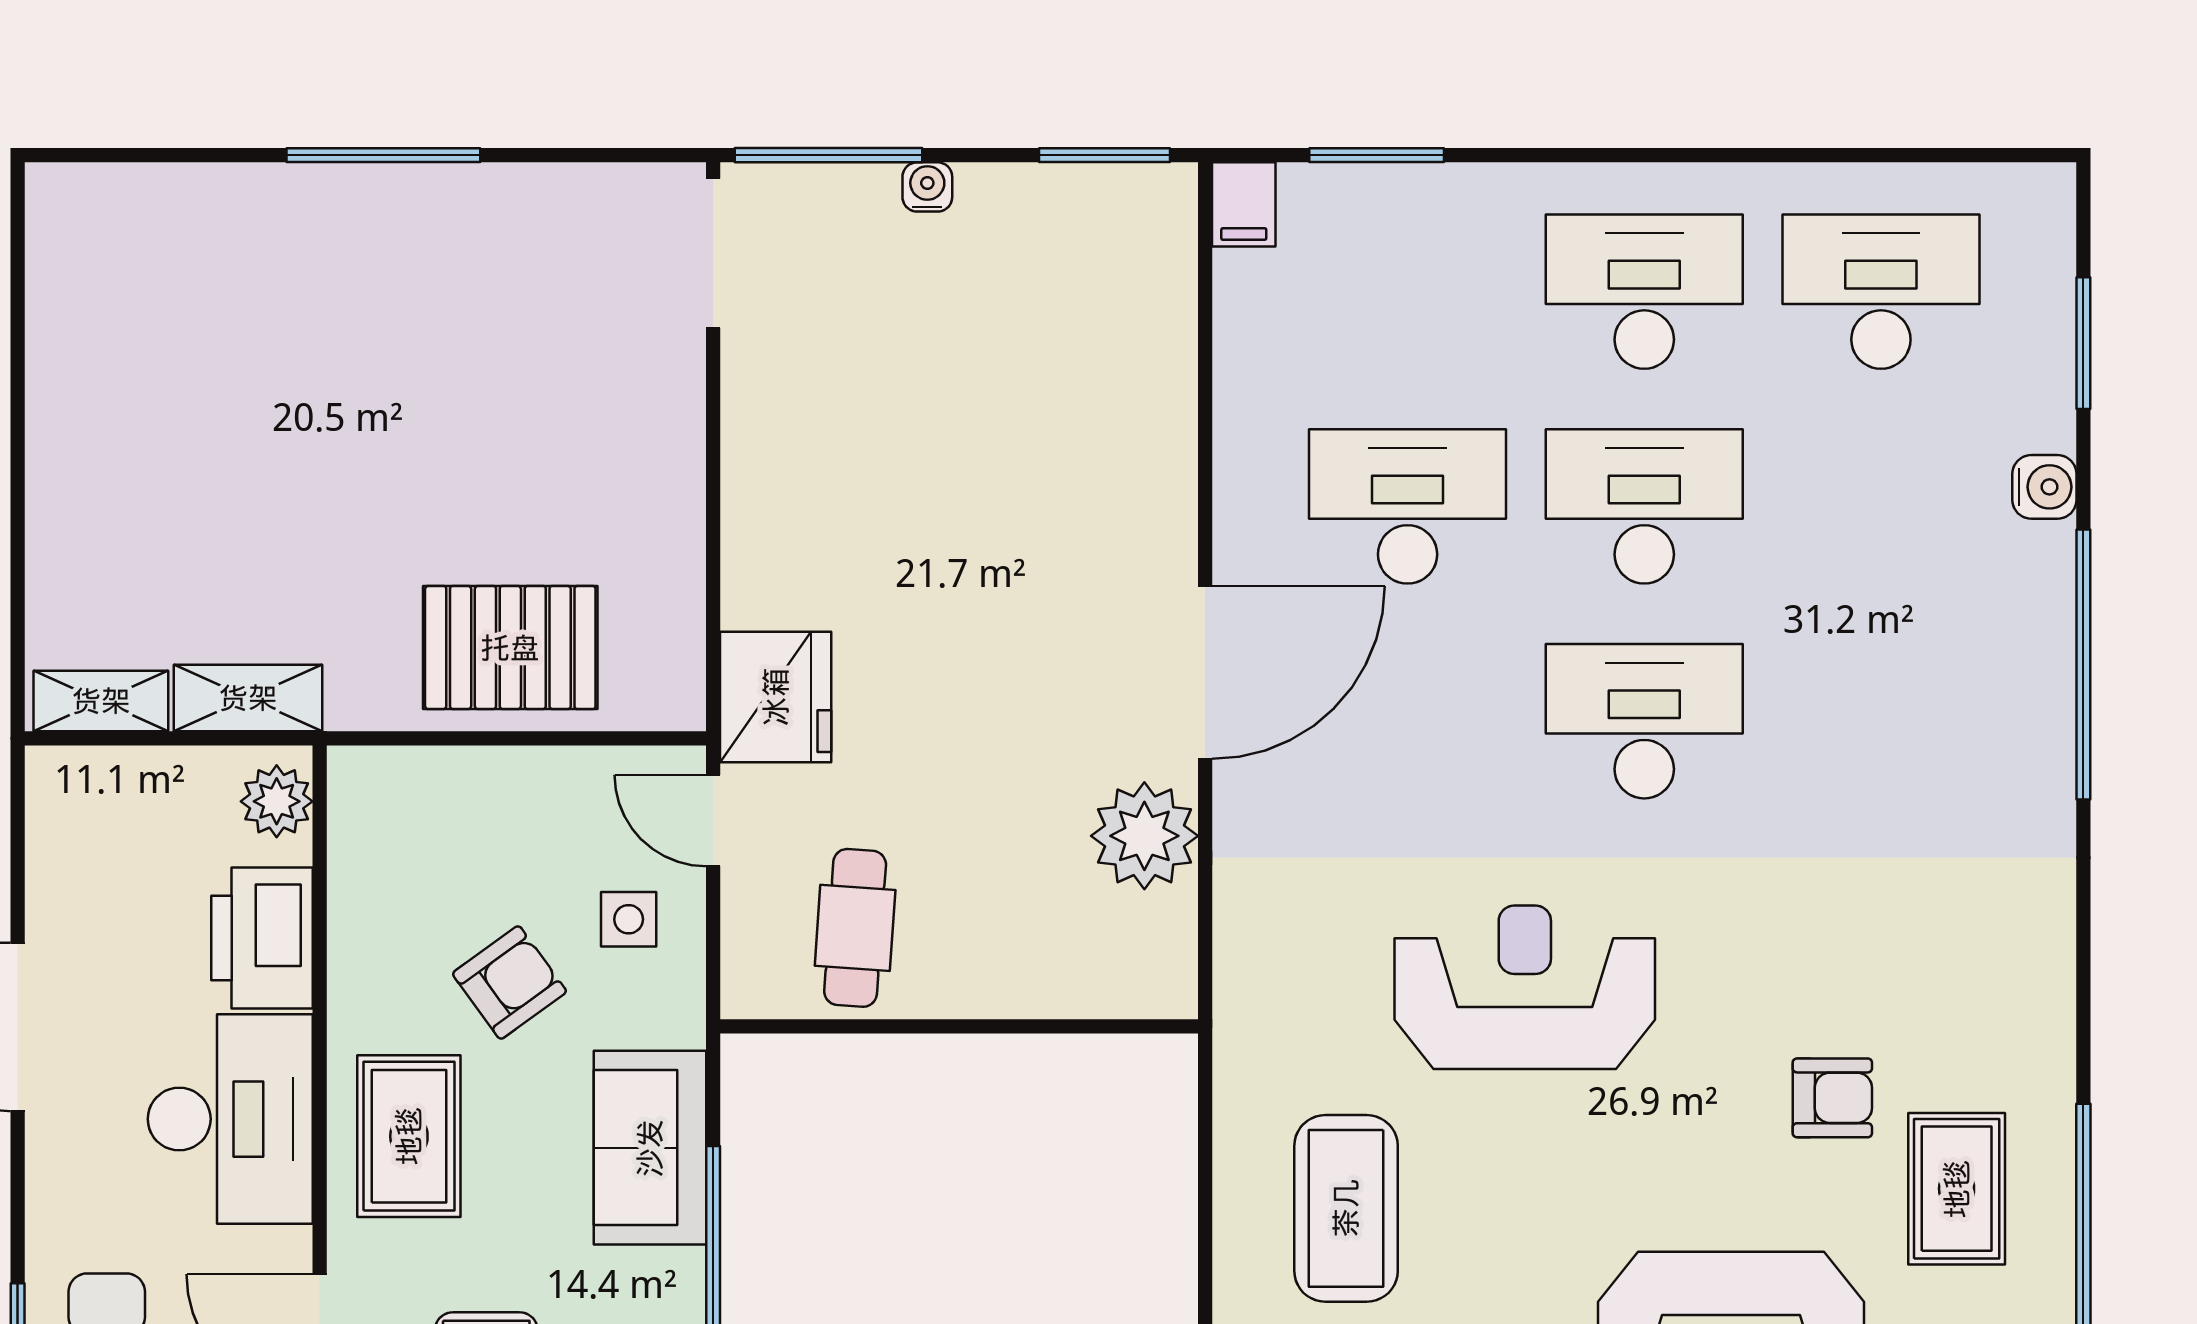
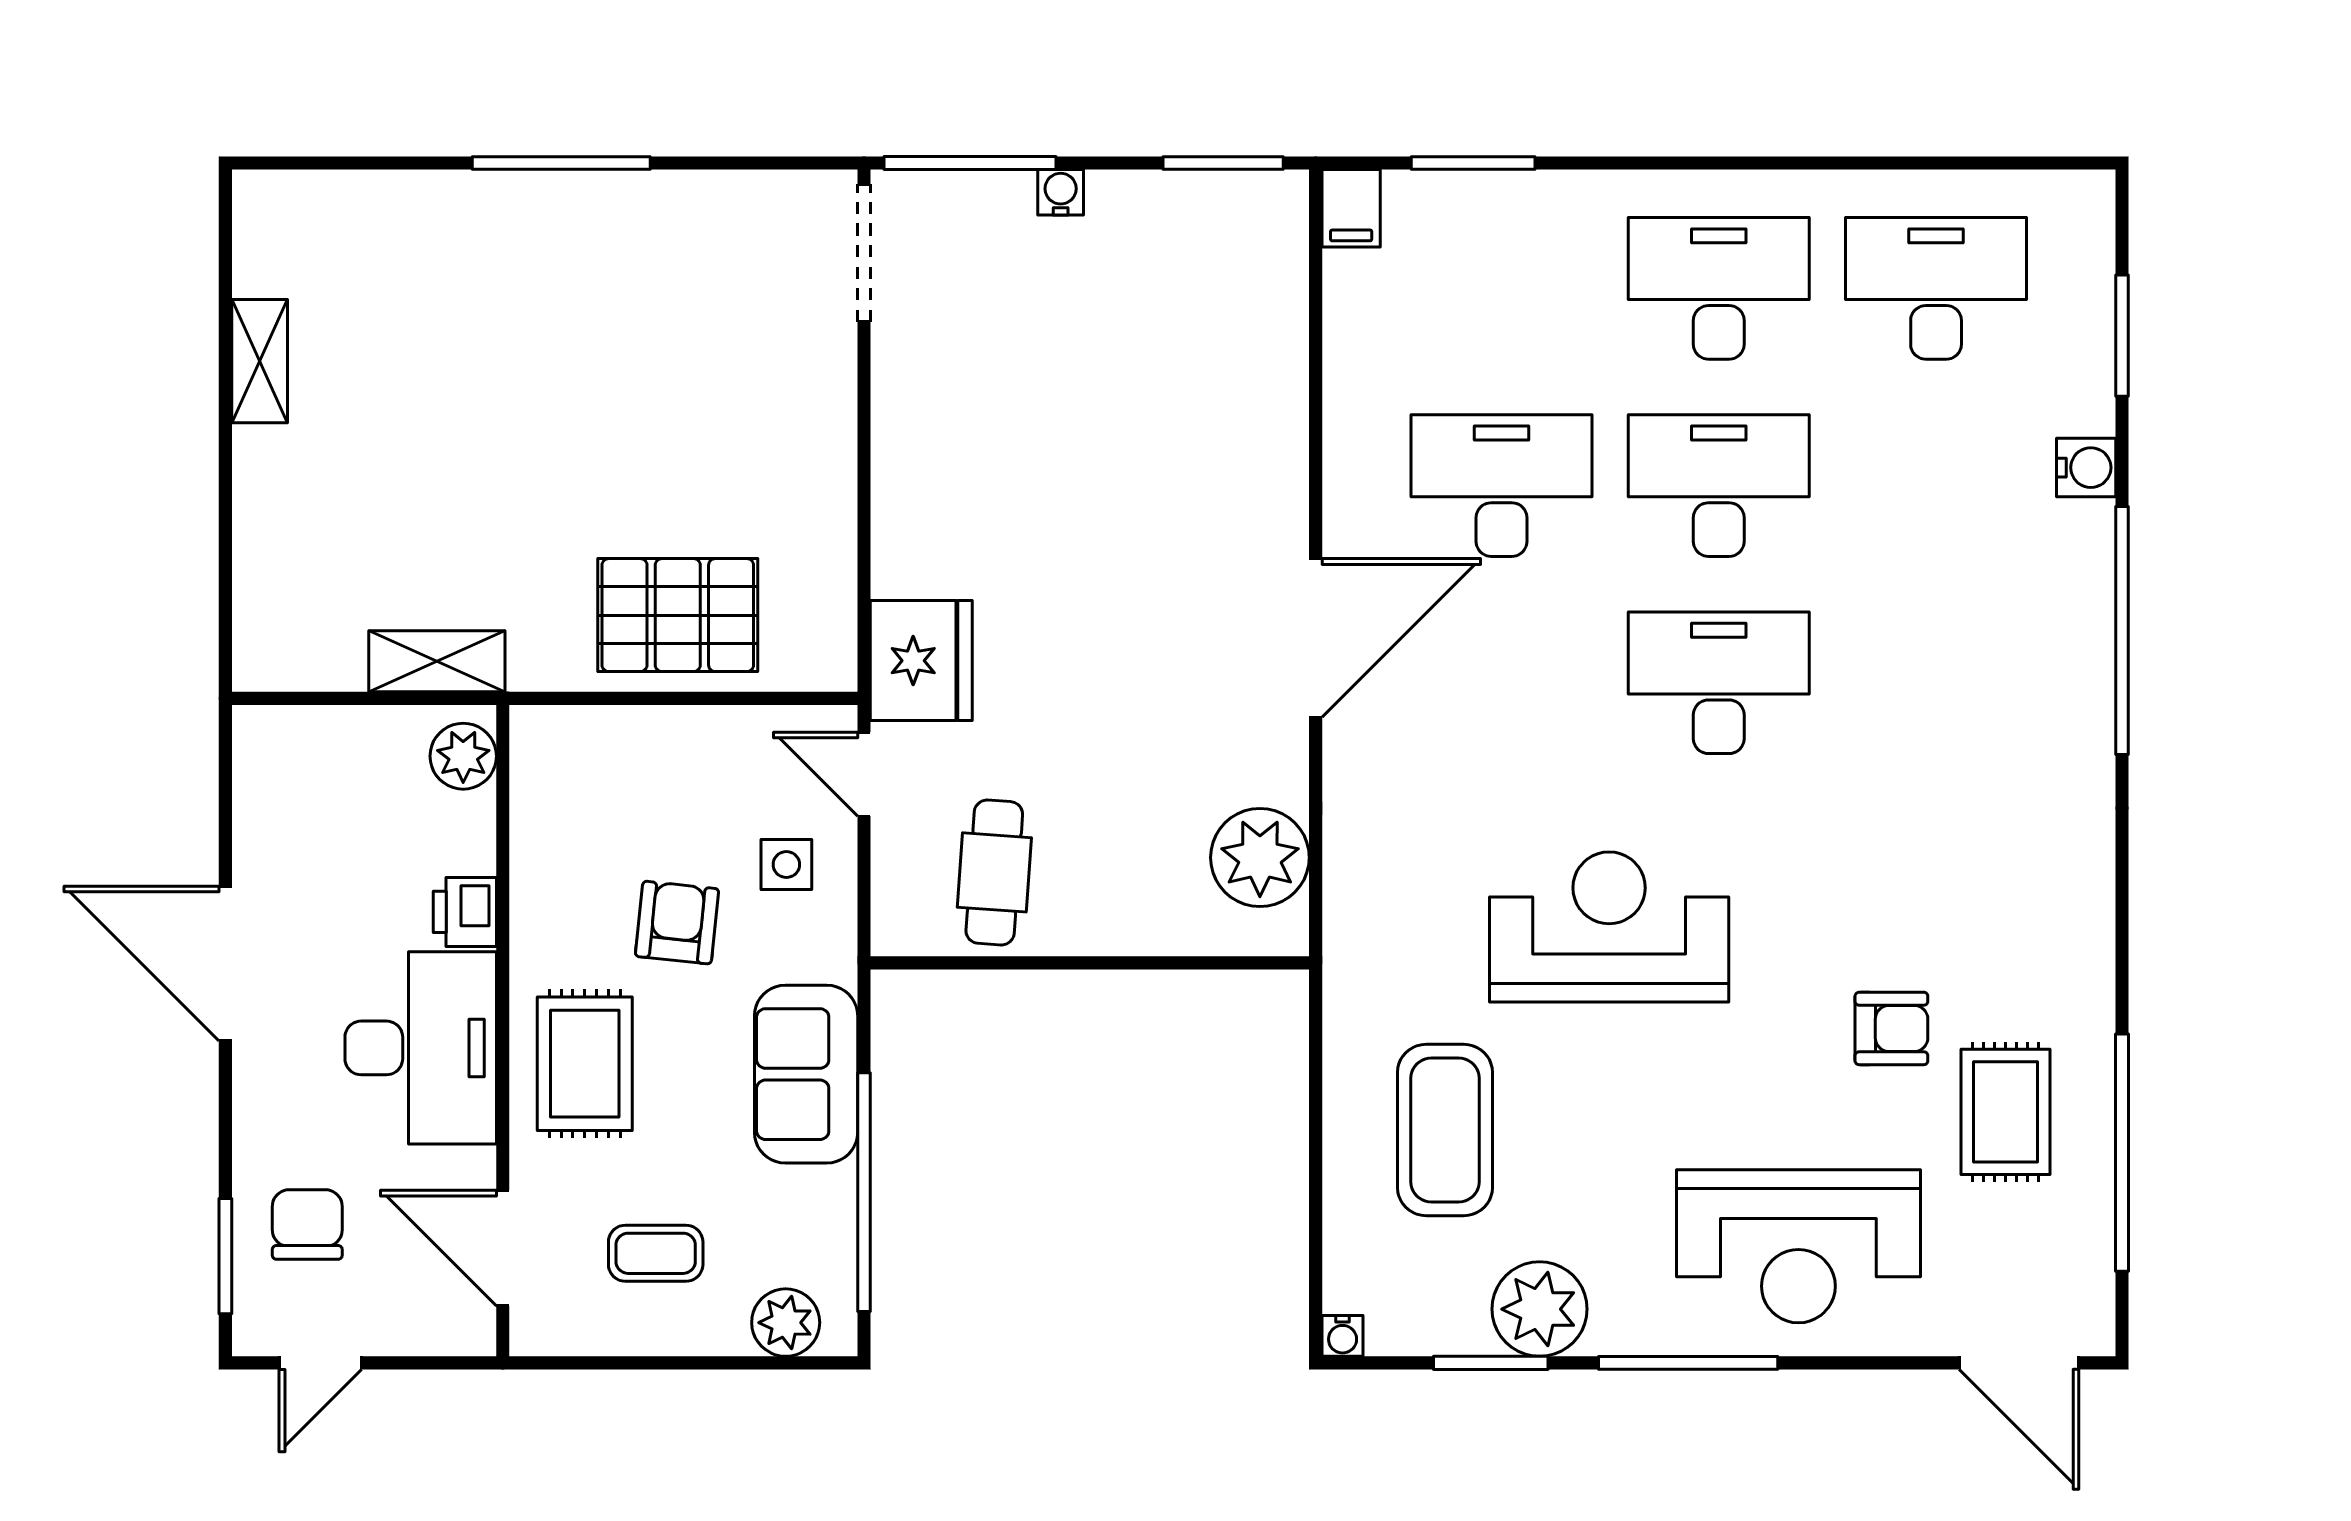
shelving: (101, 701) -> (260, 361), moved, turned 90
plant: (1144, 836) -> (1260, 858), moved
printer: (262, 938) -> (465, 912), width x0.53, depth x0.68
armchair: (509, 982) -> (677, 923), turned -48

